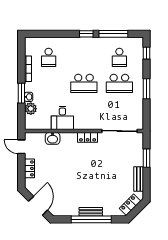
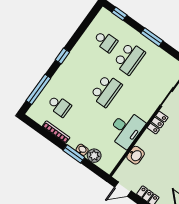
window: (113, 34) -> (38, 89), moved
desk: (62, 118) -> (126, 129), width x1.37

